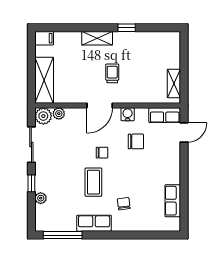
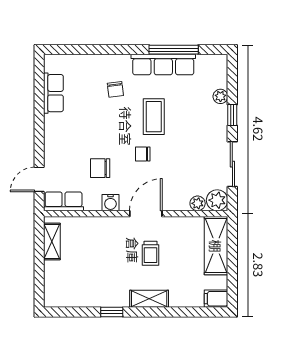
trolley: (112, 73) -> (151, 253), moved
row of seats: (94, 223) -> (163, 65), width x1.48
window: (63, 235) -> (174, 50), moved

